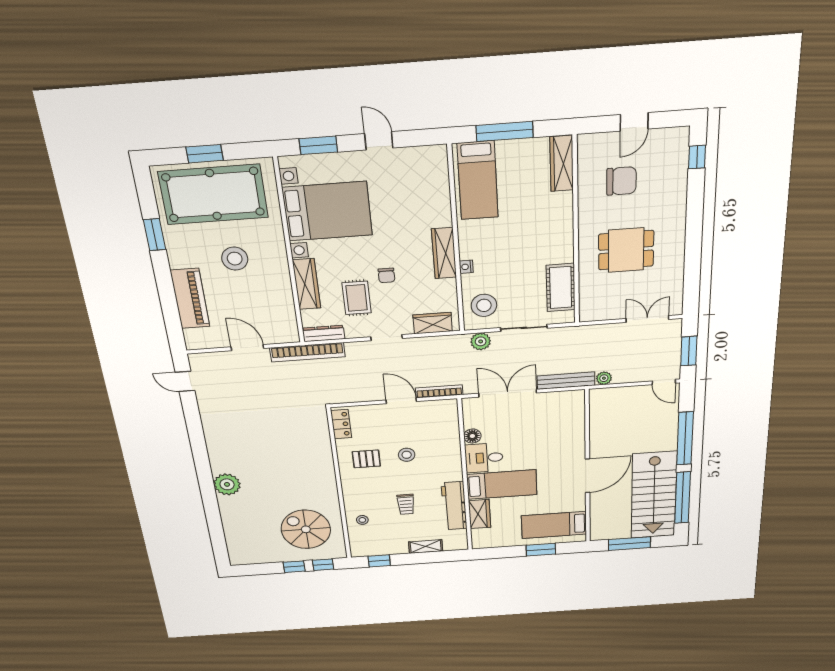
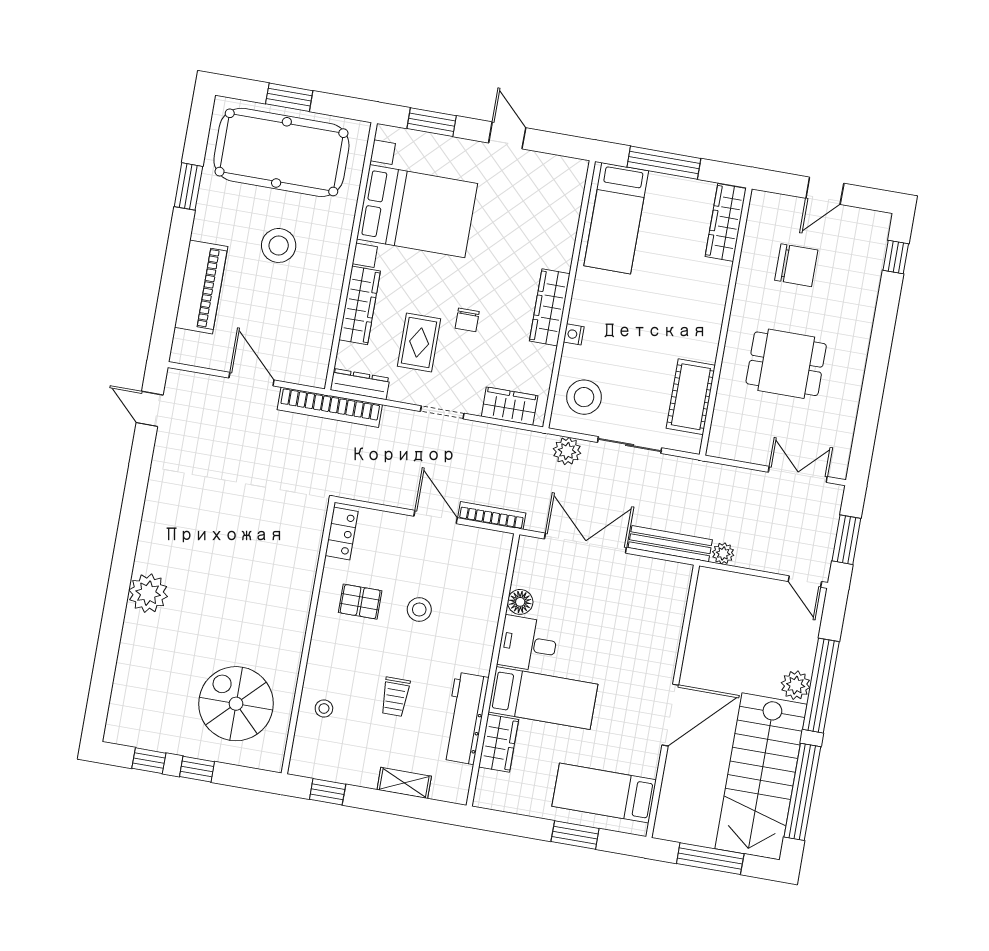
plant: (668, 442) -> (796, 685), added
window: (323, 565) -> (149, 761), moved

